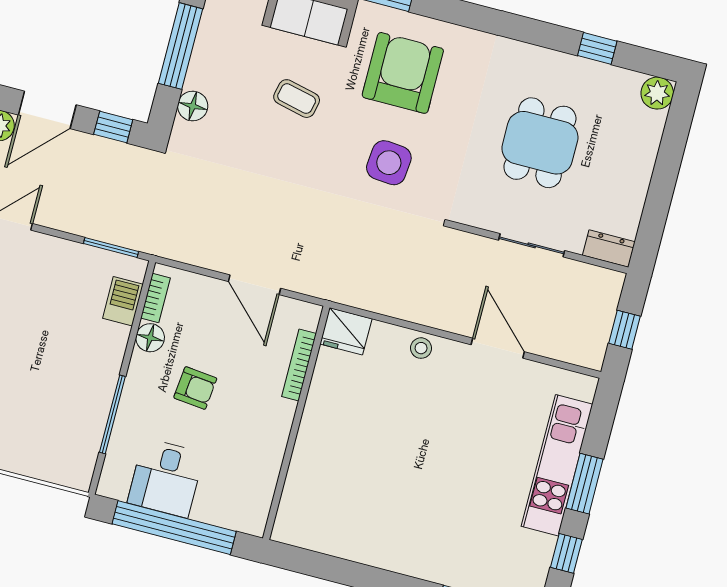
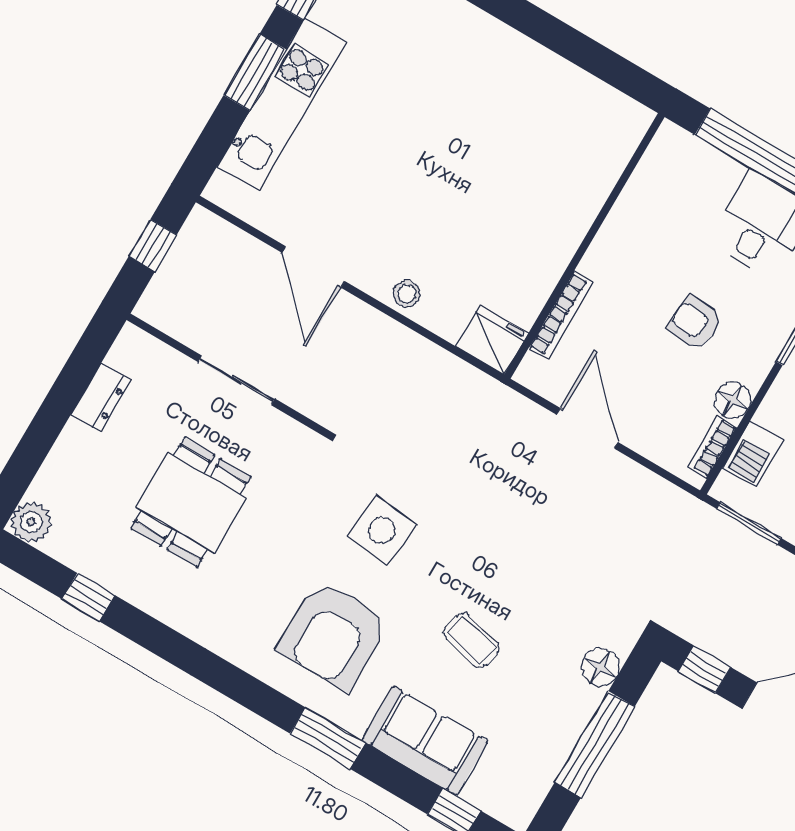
dresser: (609, 248) -> (101, 397), moved, turned -90

